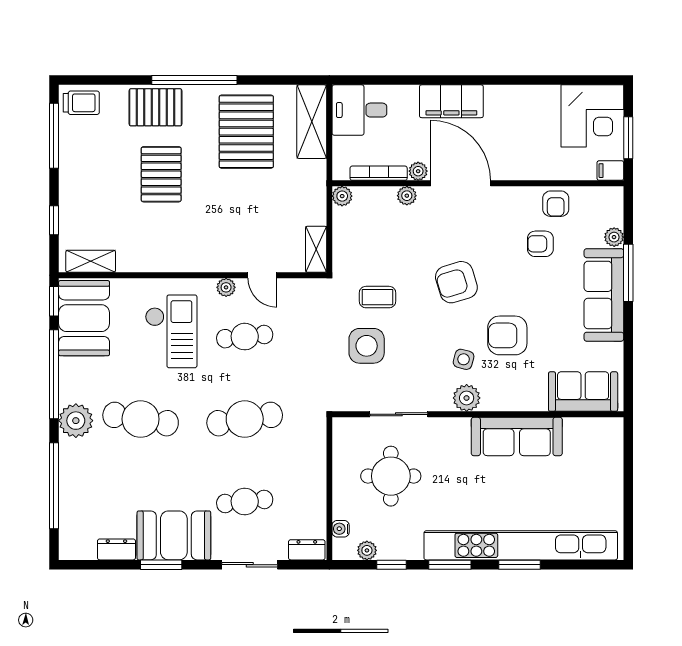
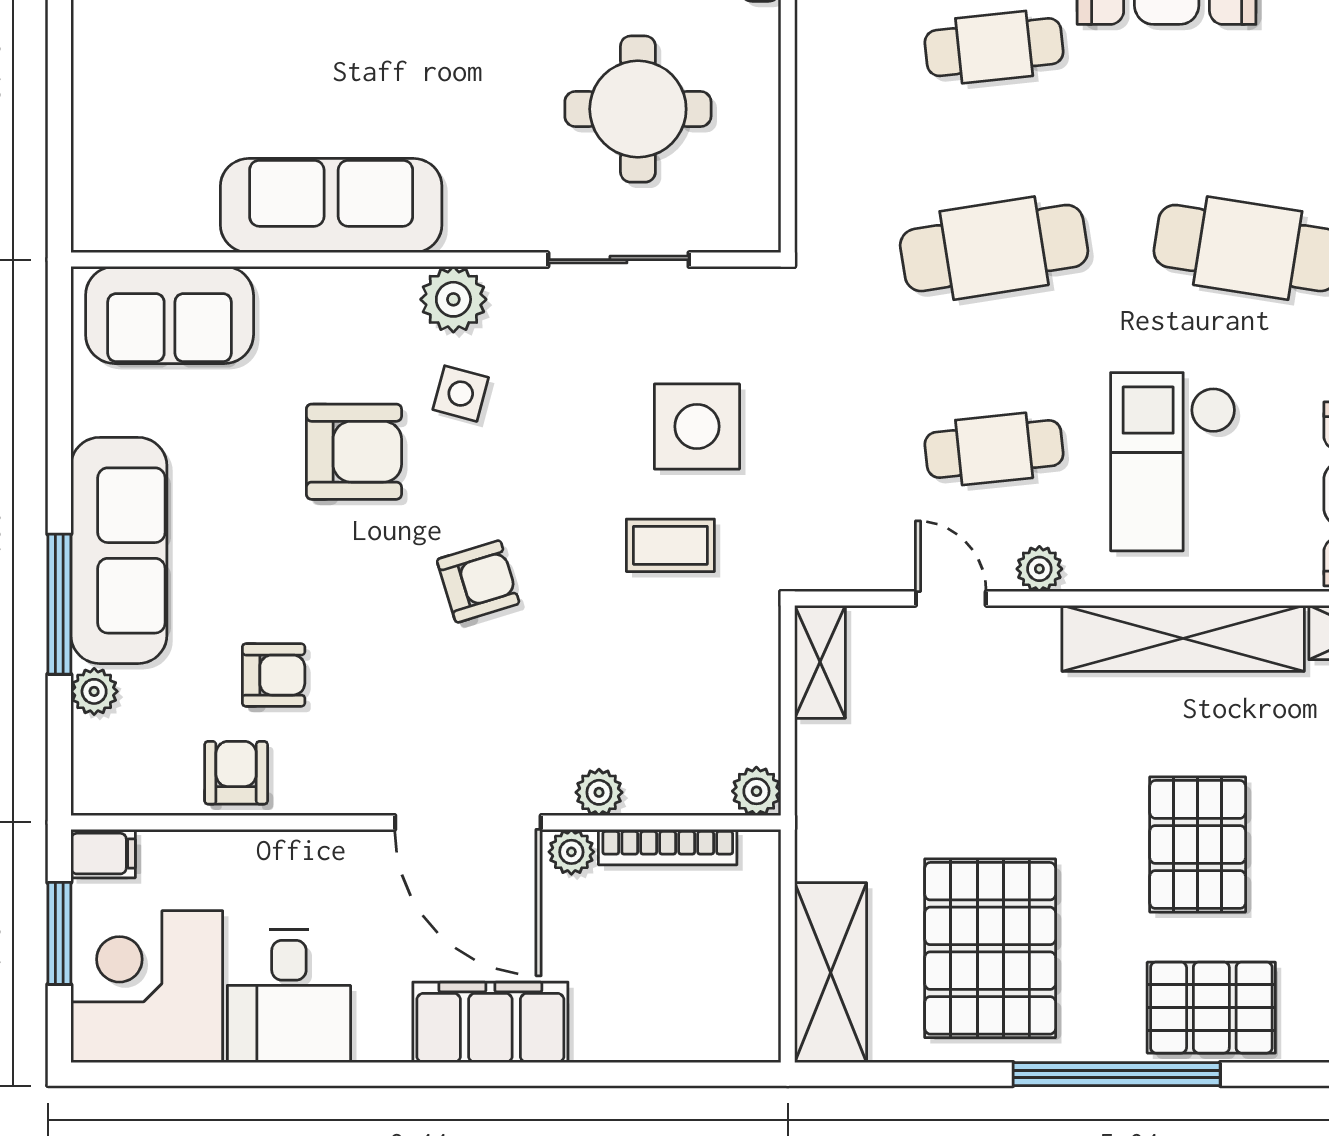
desk: (359, 110) -> (289, 996), moved, turned 90
shelving: (167, 259) -> (1183, 638), added
armchair: (456, 282) -> (478, 581), width x0.72, depth x0.72

